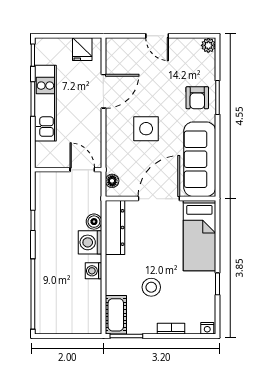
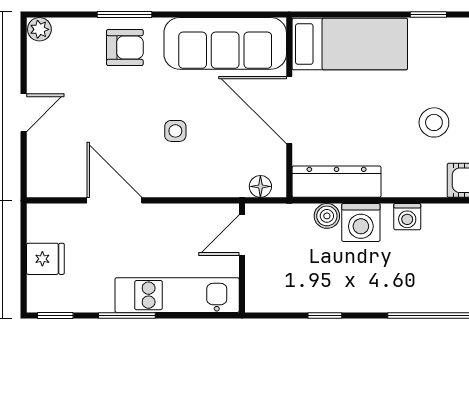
fridge: (82, 49) -> (45, 259), moved
kitchen unit: (45, 103) -> (177, 295), moved
side table: (146, 129) -> (175, 131), width x0.54, depth x0.54

